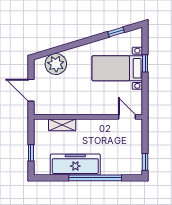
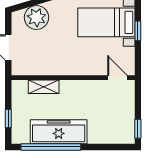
window: (145, 63) -> (138, 31), moved
window: (95, 178) -> (51, 147), moved

